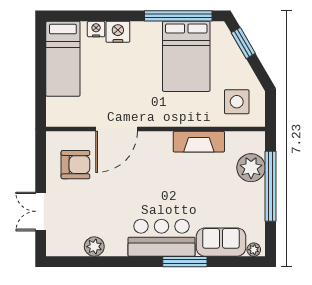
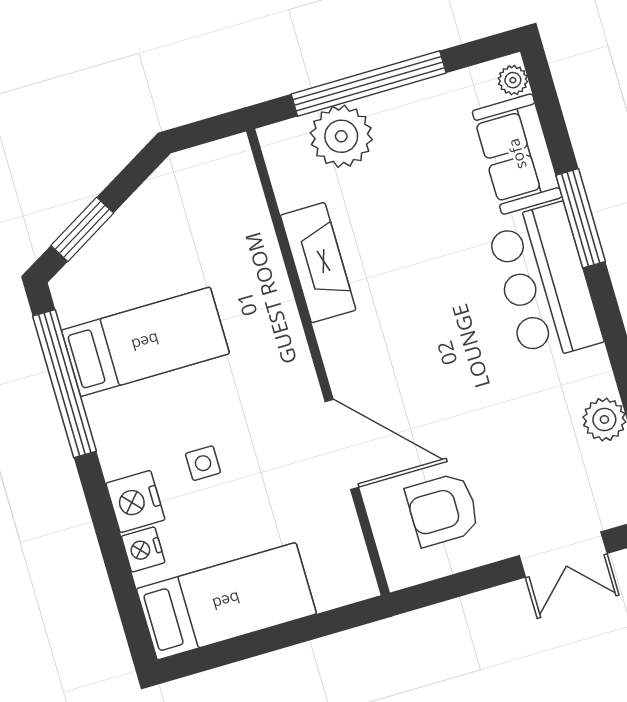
bed: (186, 56) -> (145, 342), width x0.67
side table: (237, 102) -> (203, 463), moved, width x0.54, depth x0.54
armchair: (75, 165) -> (443, 510), turned -90

